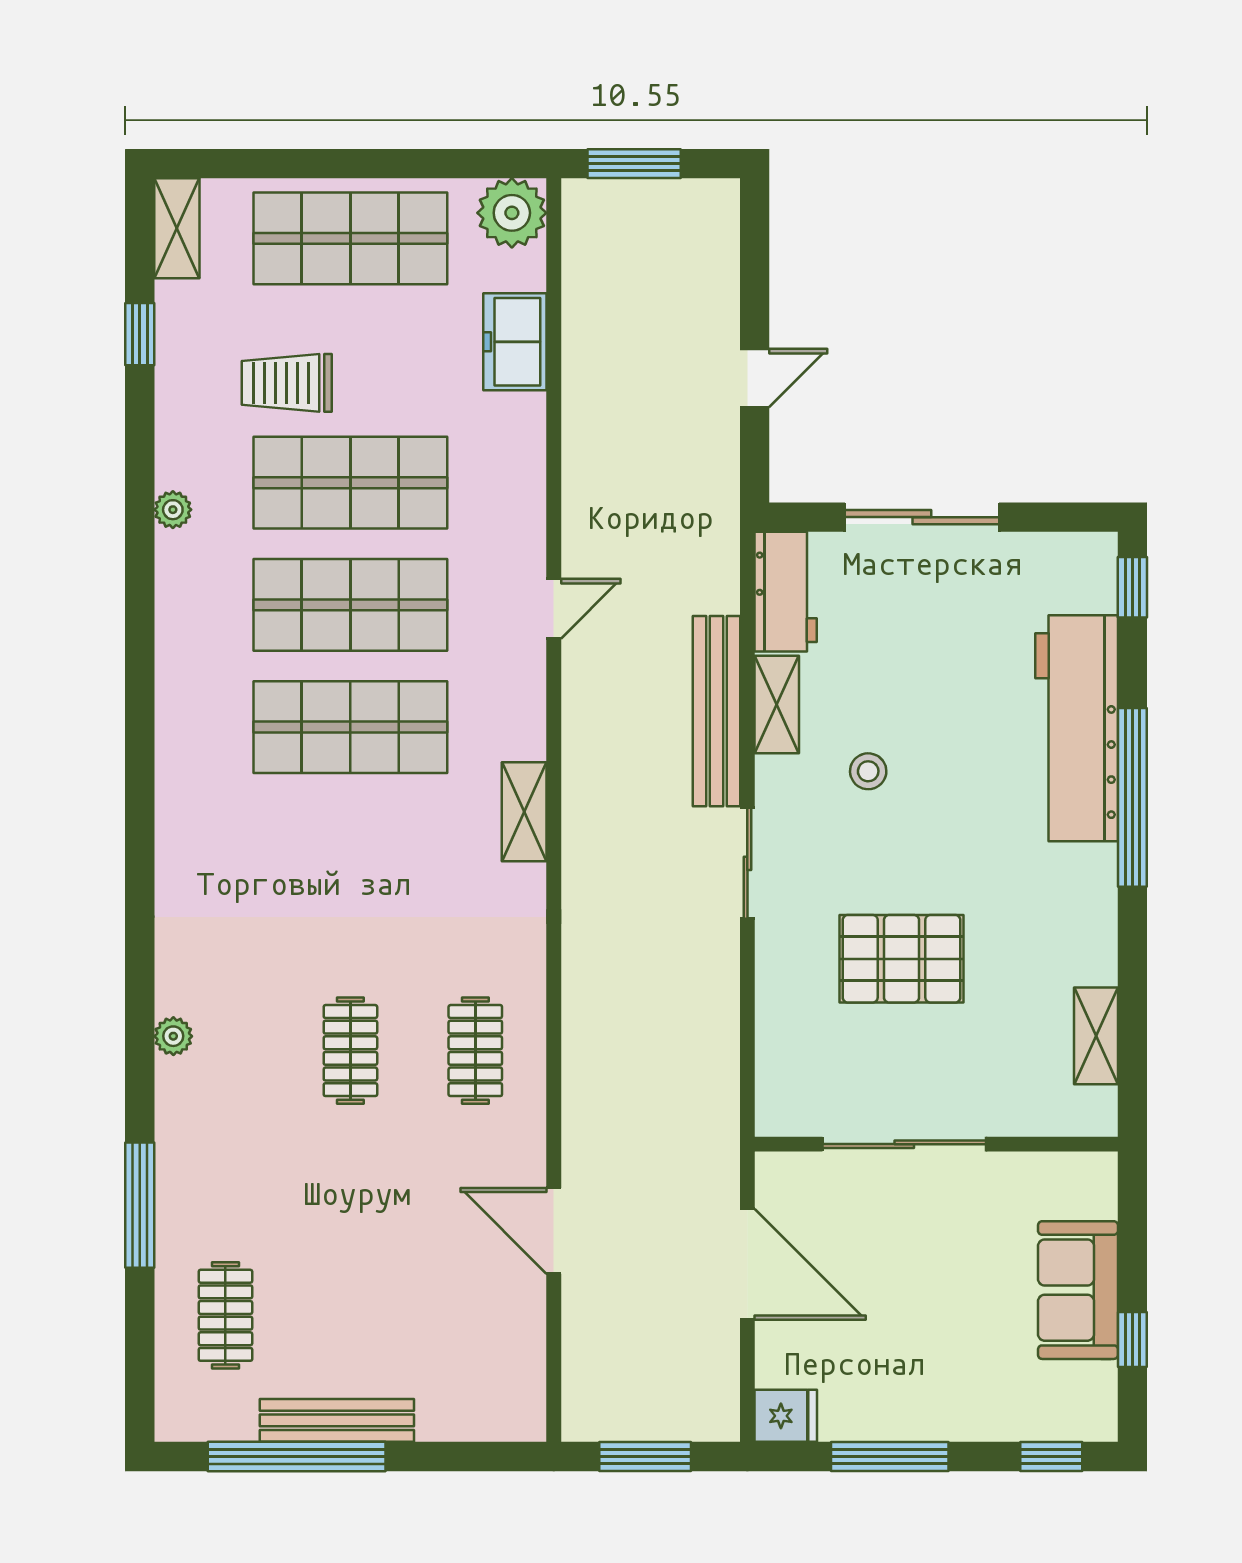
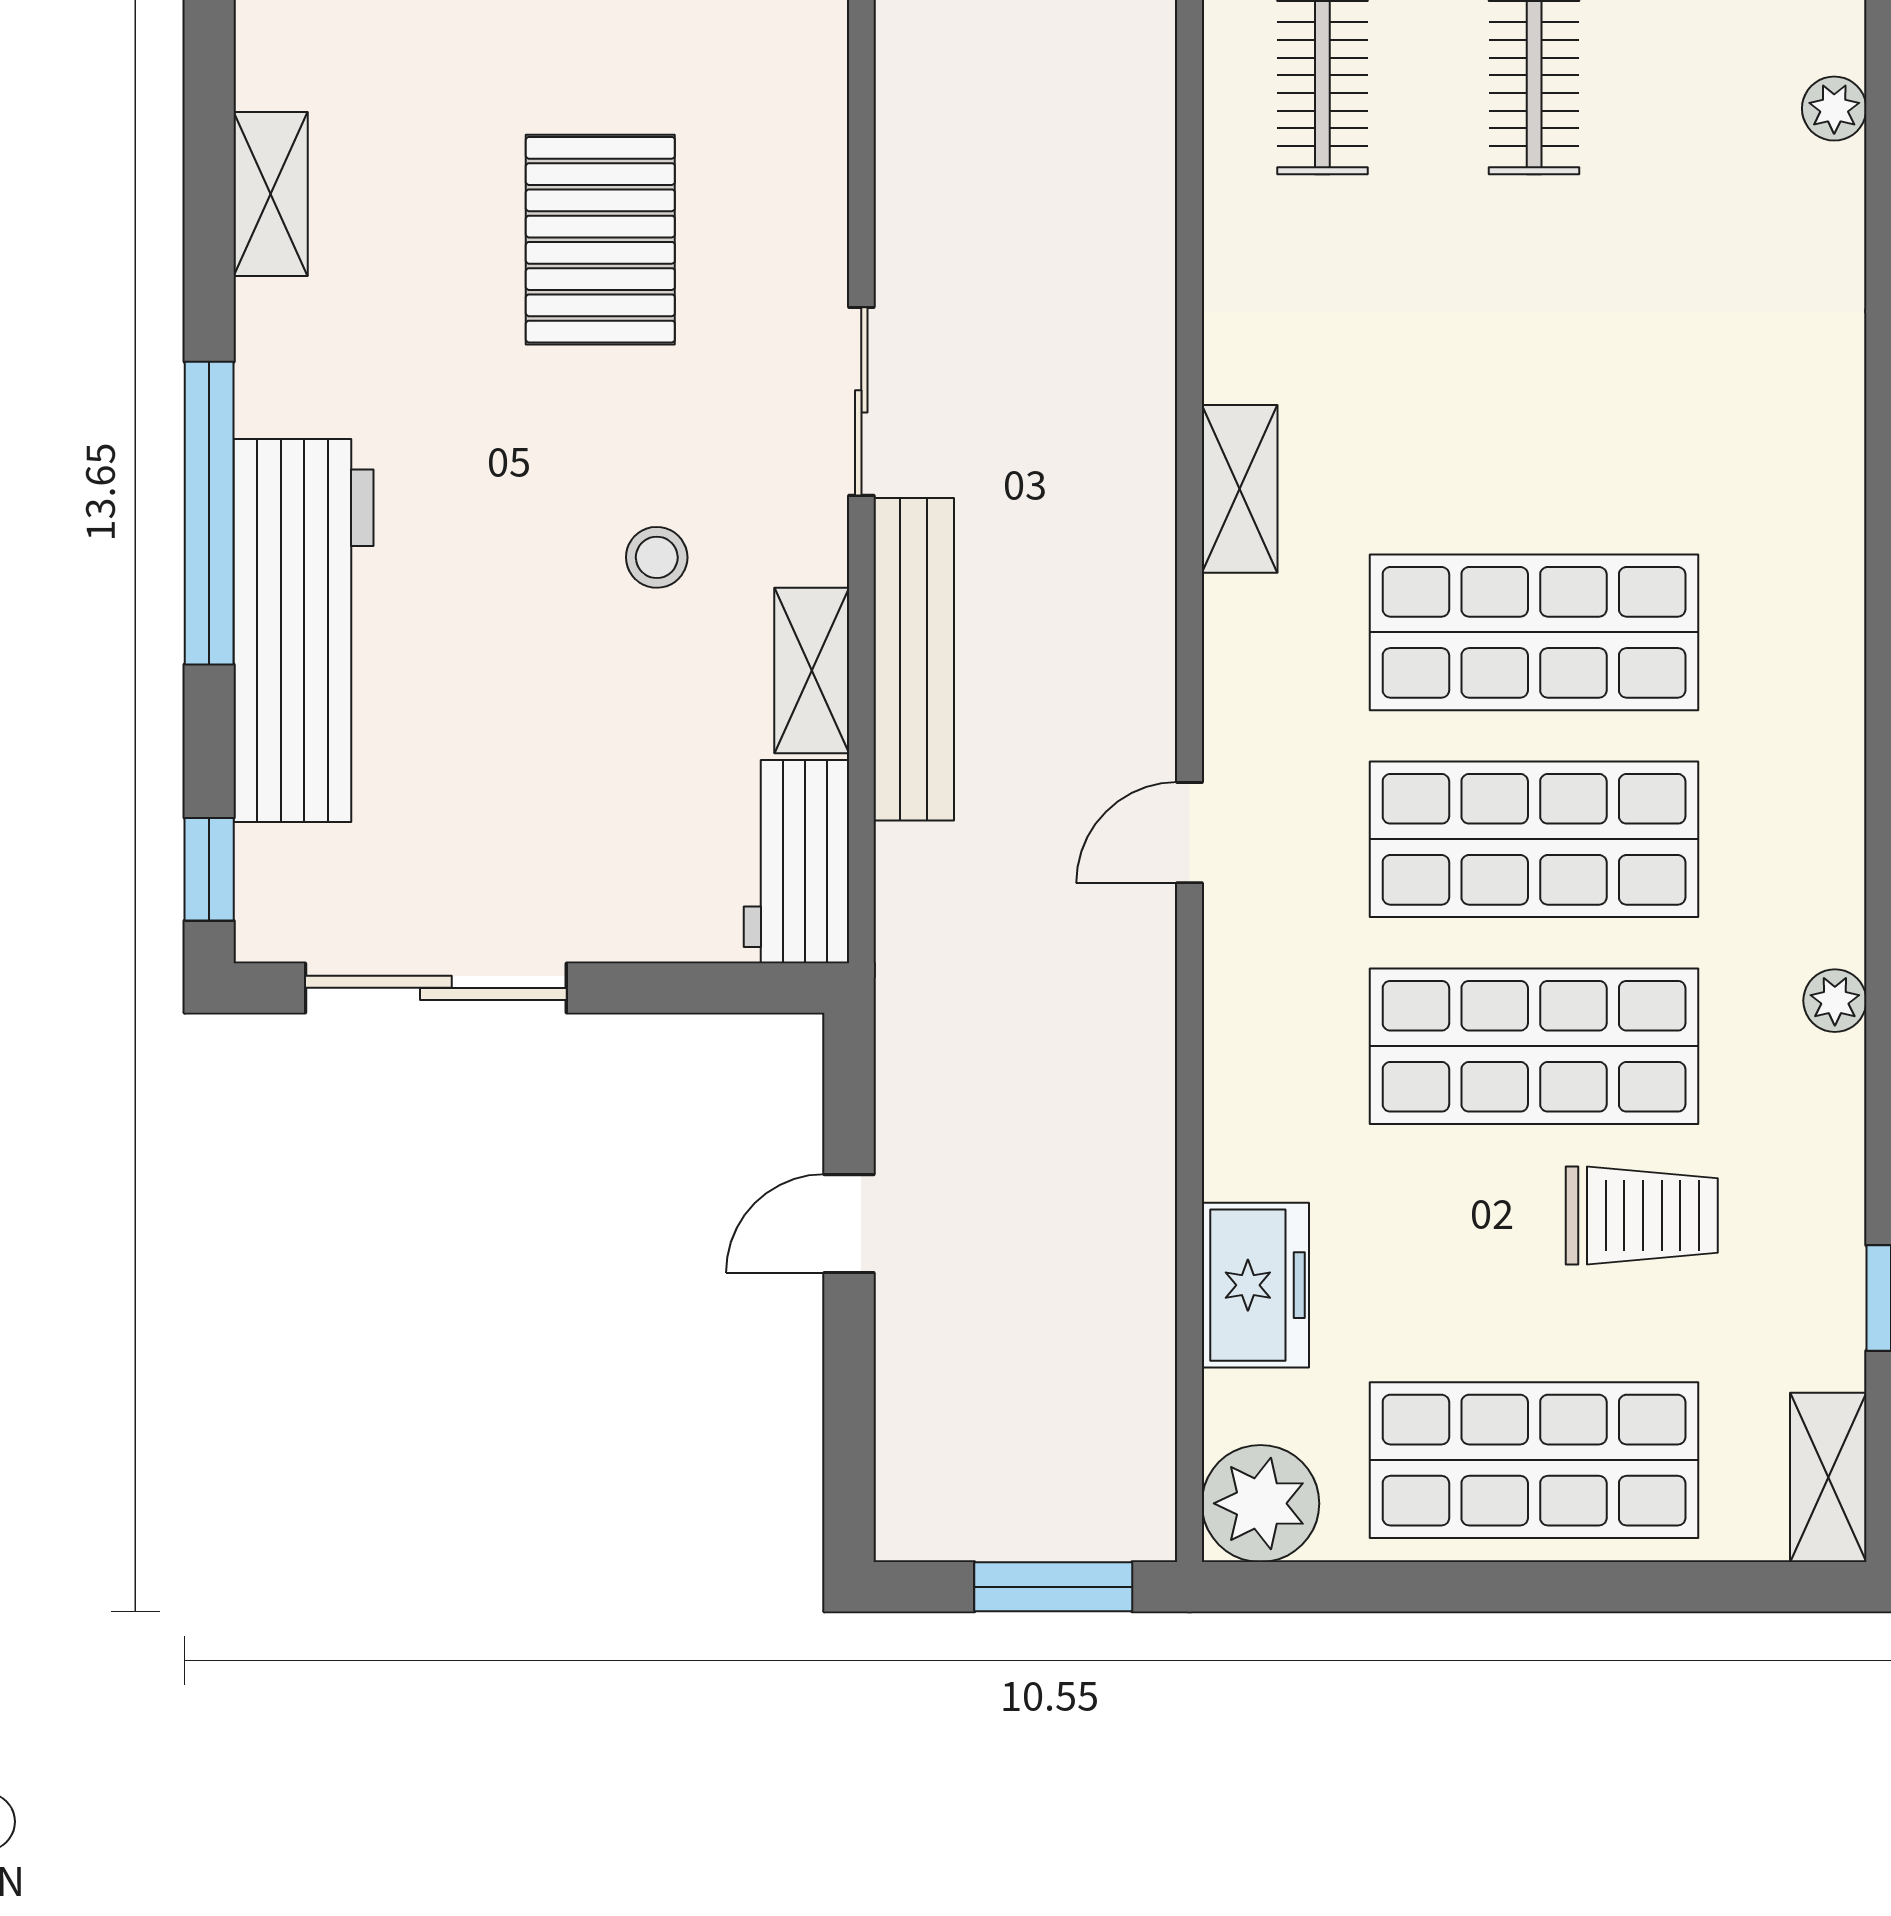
sliding door: (922, 517) -> (436, 988), moved
pallet: (901, 959) -> (600, 240), turned 90
shelving: (1096, 1036) -> (271, 194), moved

